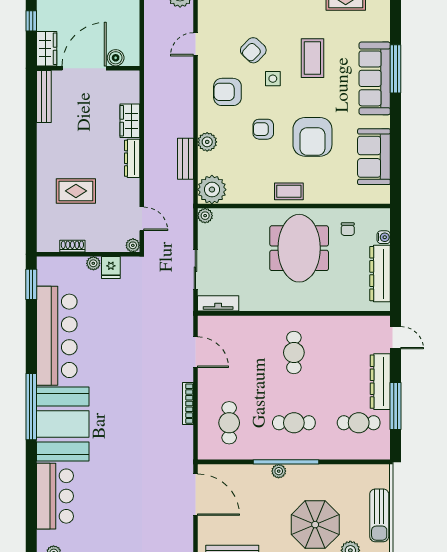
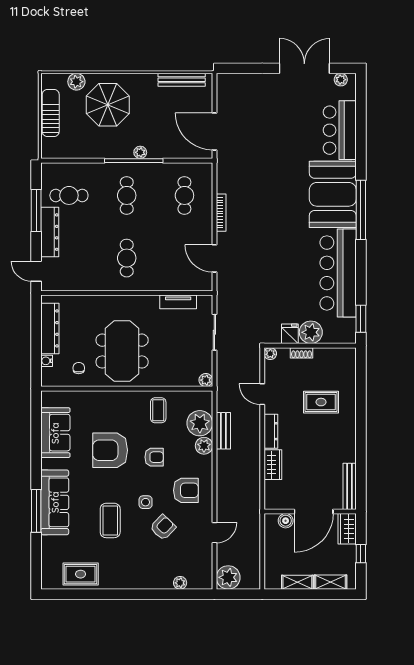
armchair: (312, 137) -> (110, 450), turned -90
plant: (212, 190) -> (200, 423), moved
coffee table: (289, 191) -> (158, 410), moved, turned 90
door: (142, 219) -> (262, 394), moved
shoe rack: (72, 246) -> (302, 353), moved
plant: (93, 263) -> (311, 332), width x1.88, depth x1.88
tv unit: (218, 303) -> (178, 302), moved
cafe table: (294, 423) -> (127, 195), turned 90

